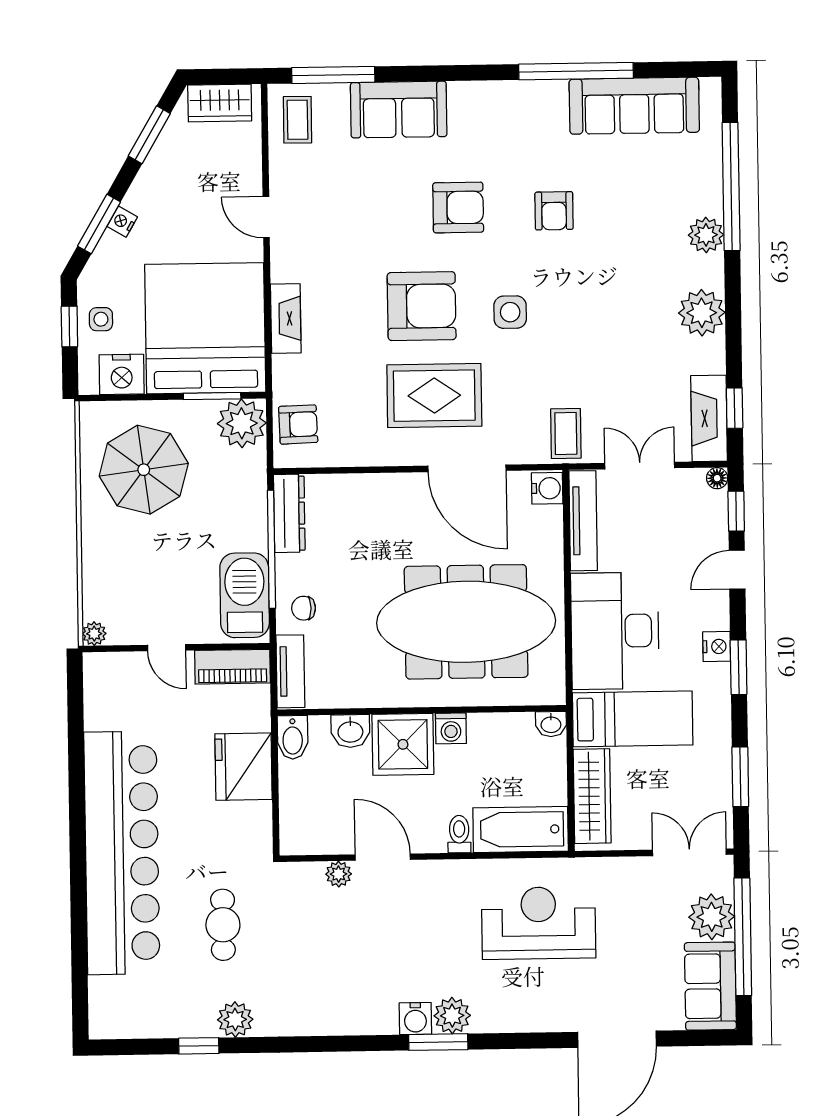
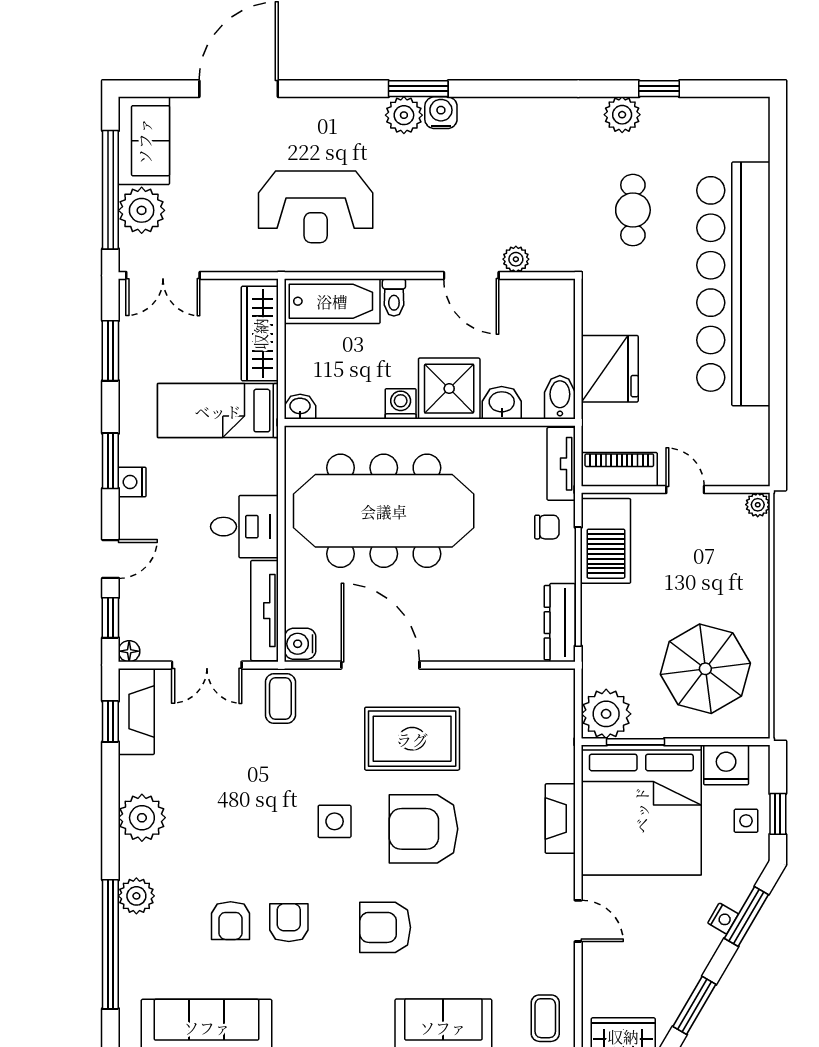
armchair: (298, 424) -> (231, 921), moved, turned -88
desk: (615, 631) -> (244, 527), width x0.53, depth x0.77

